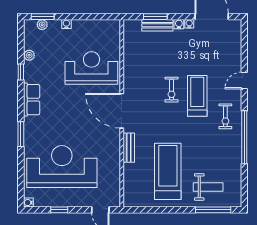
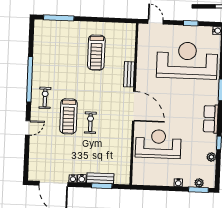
reception desk: (91, 68) -> (158, 144), turned 180
reception desk: (62, 167) -> (187, 60), turned 180
treadmill: (168, 171) -> (96, 53), width x0.73, depth x0.73
weight bench: (208, 187) -> (62, 38), removed

